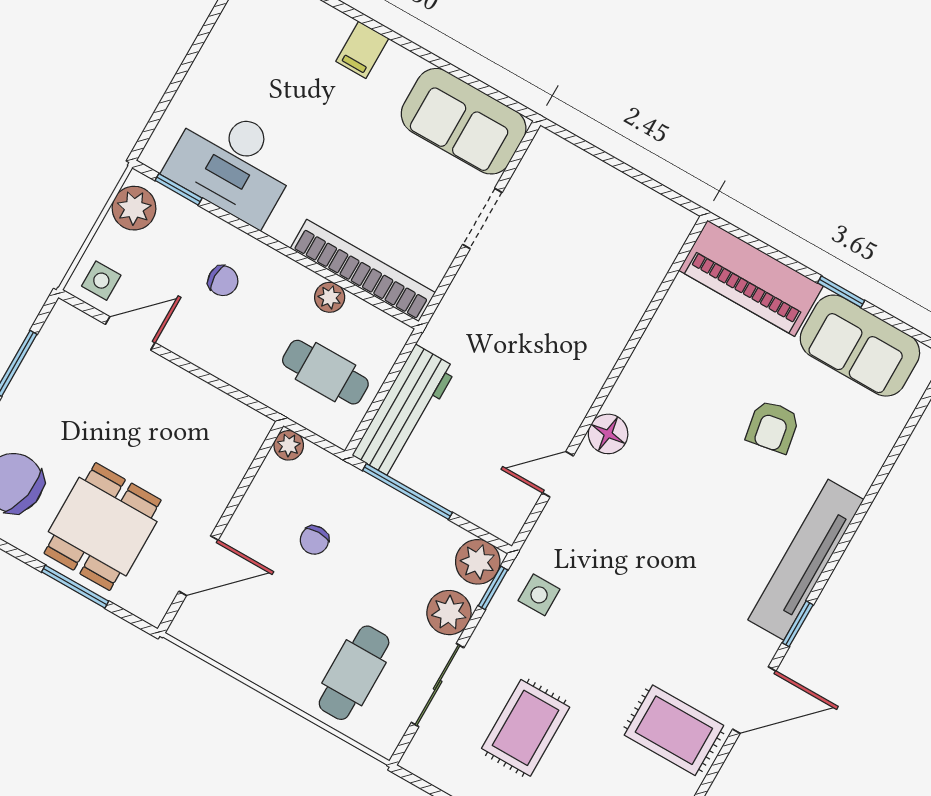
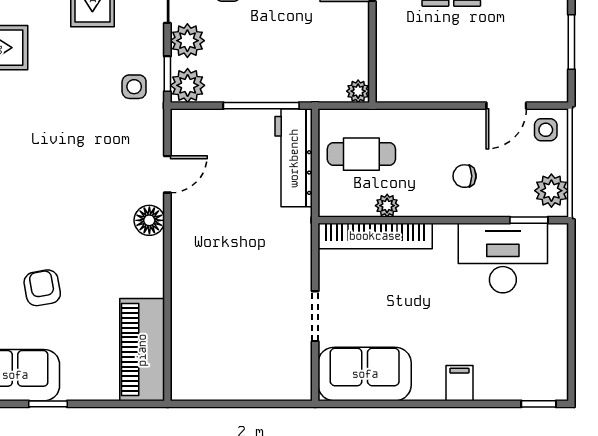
piano: (751, 278) -> (142, 350), moved, turned -90
chair: (314, 540) -> (305, 38), removed

